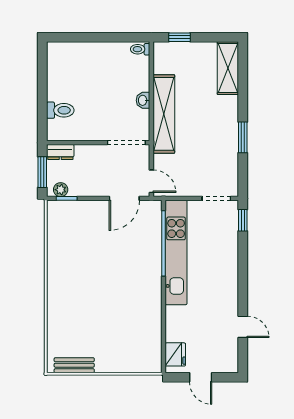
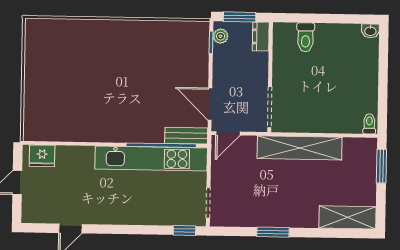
window: (179, 37) -> (381, 166), width x1.50
washbasin: (143, 100) -> (370, 31), moved, turned 180
bench: (74, 365) -> (186, 136), moved, turned 90

